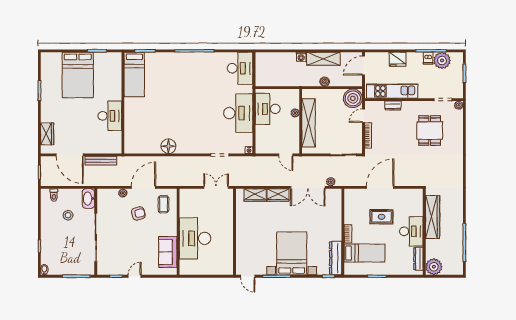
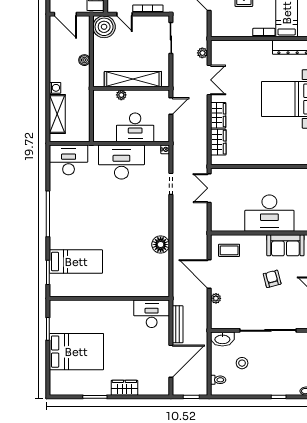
shelving: (323, 59) -> (57, 114), moved
bed: (134, 74) -> (76, 262), moved
desk: (268, 109) -> (135, 127), moved
desk: (110, 116) -> (152, 314), moved
wardrobe: (47, 134) -> (124, 388), moved
double door: (308, 187) -> (209, 80), width x0.73
armchair: (138, 213) -> (272, 279), moved

